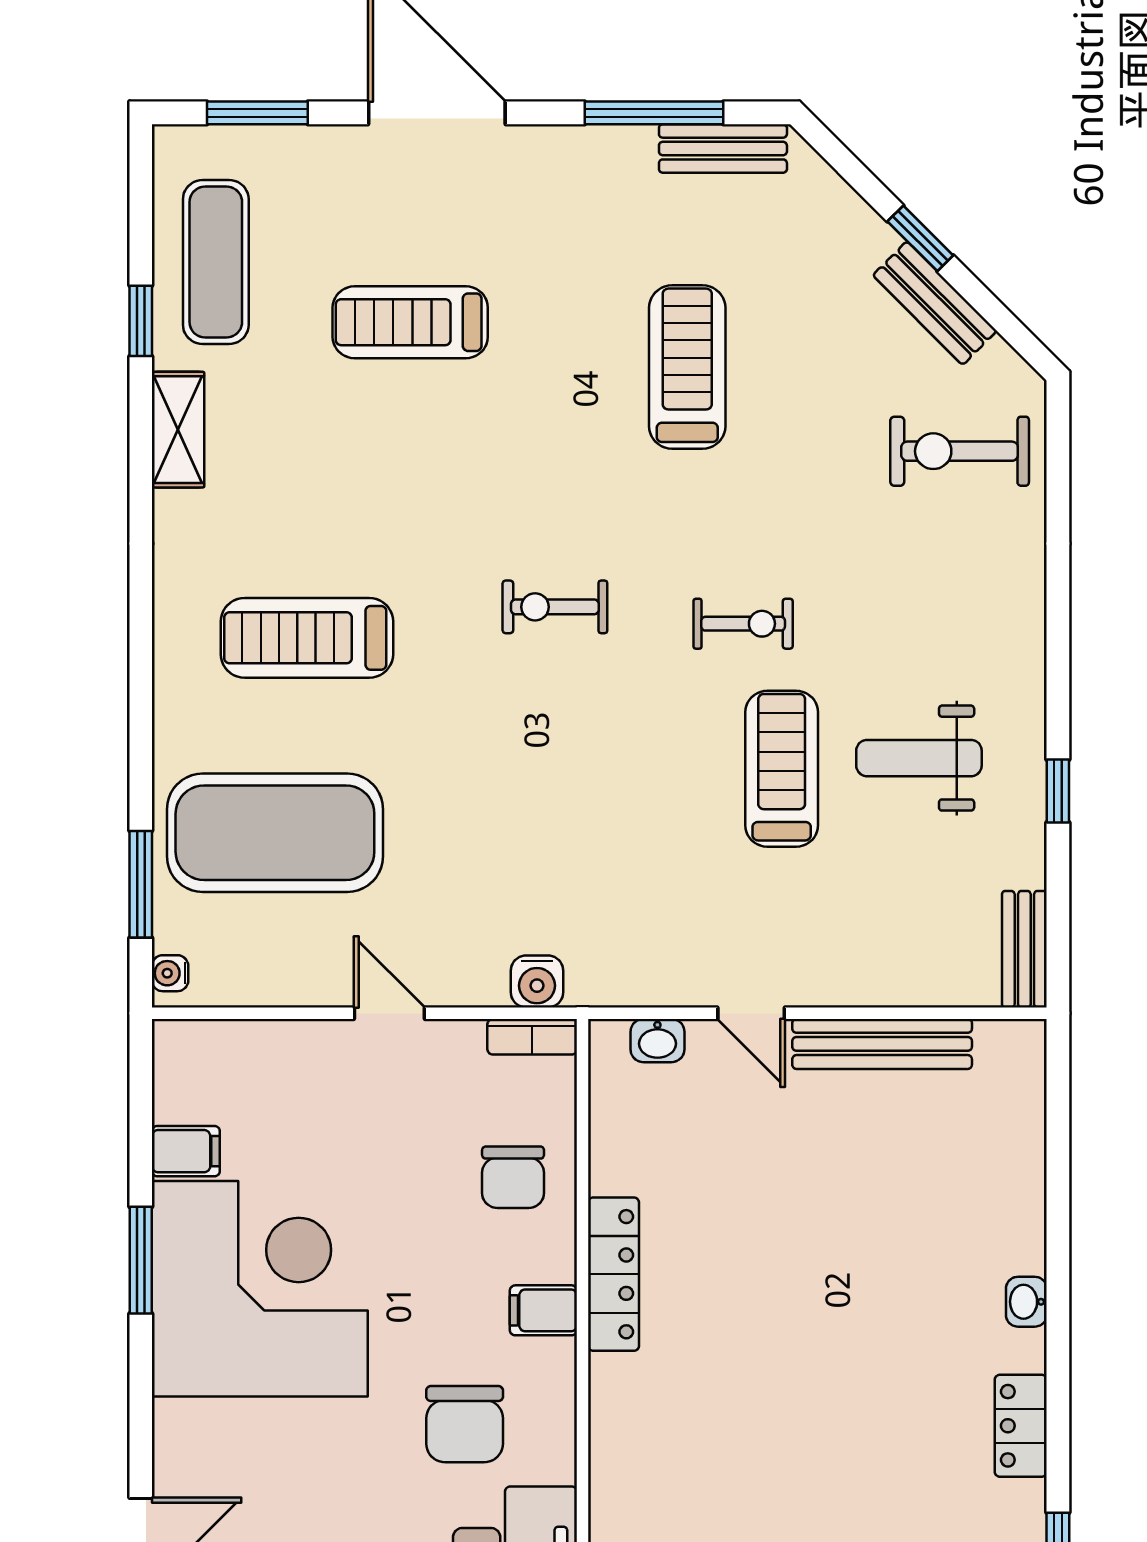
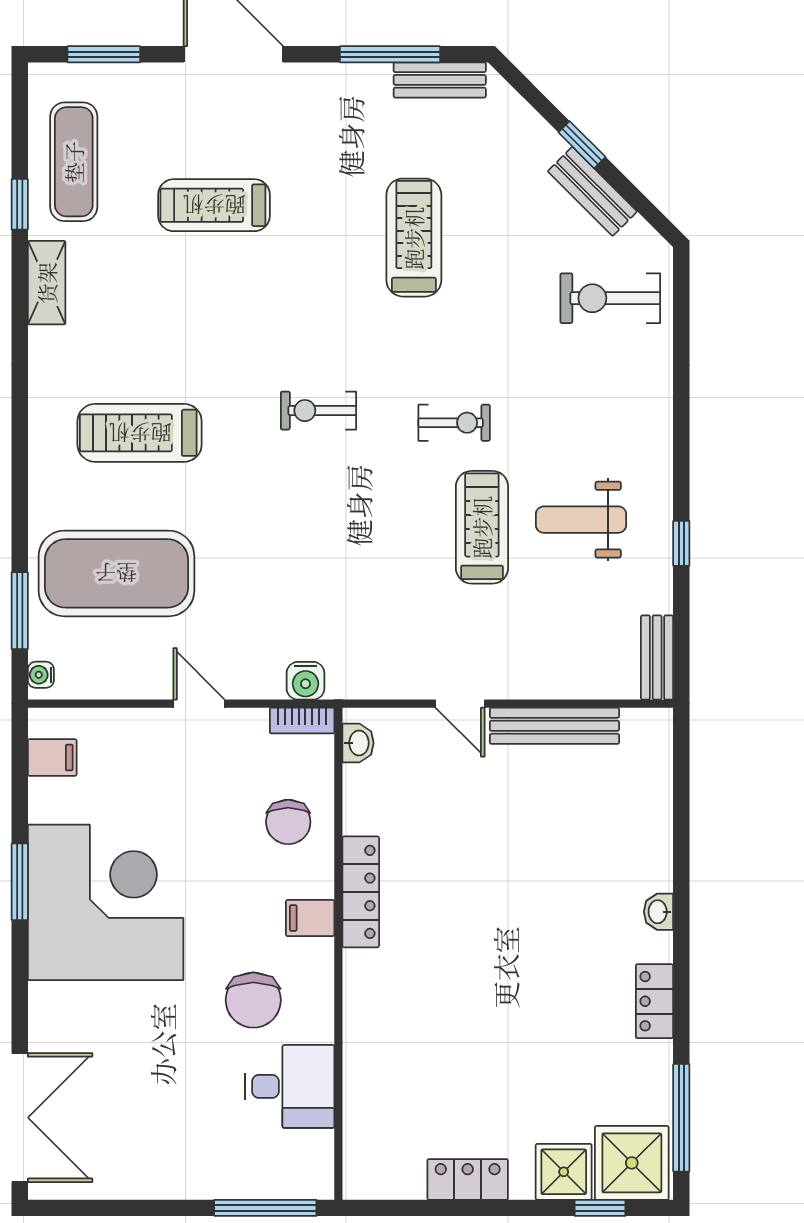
washbasin: (657, 1041) -> (358, 743), moved, turned -90
filing cabinet: (186, 1151) -> (52, 757), moved

